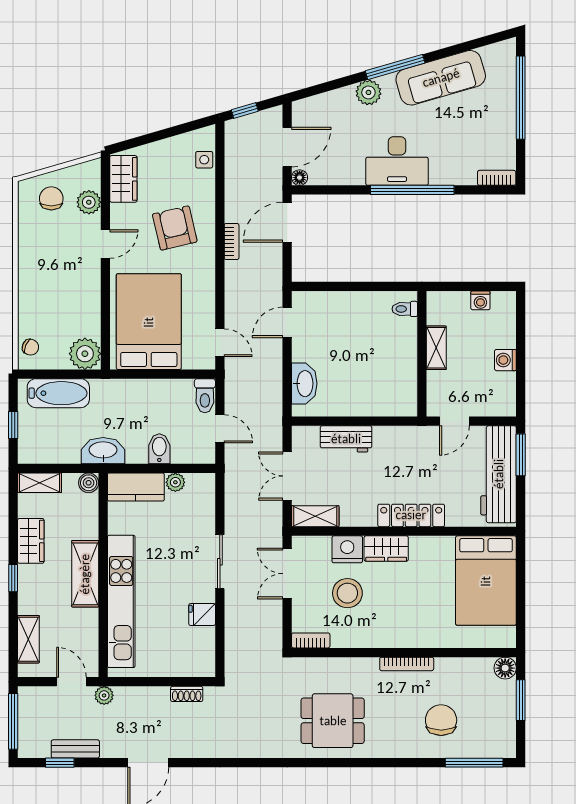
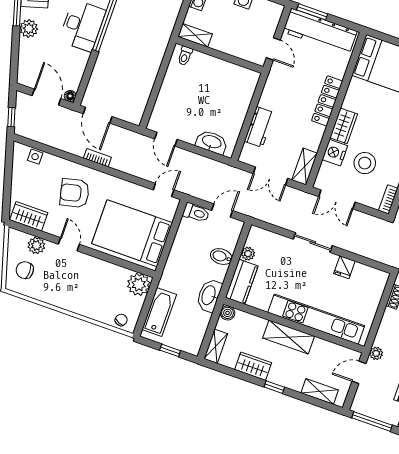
shelving: (436, 348) -> (195, 35), moved

